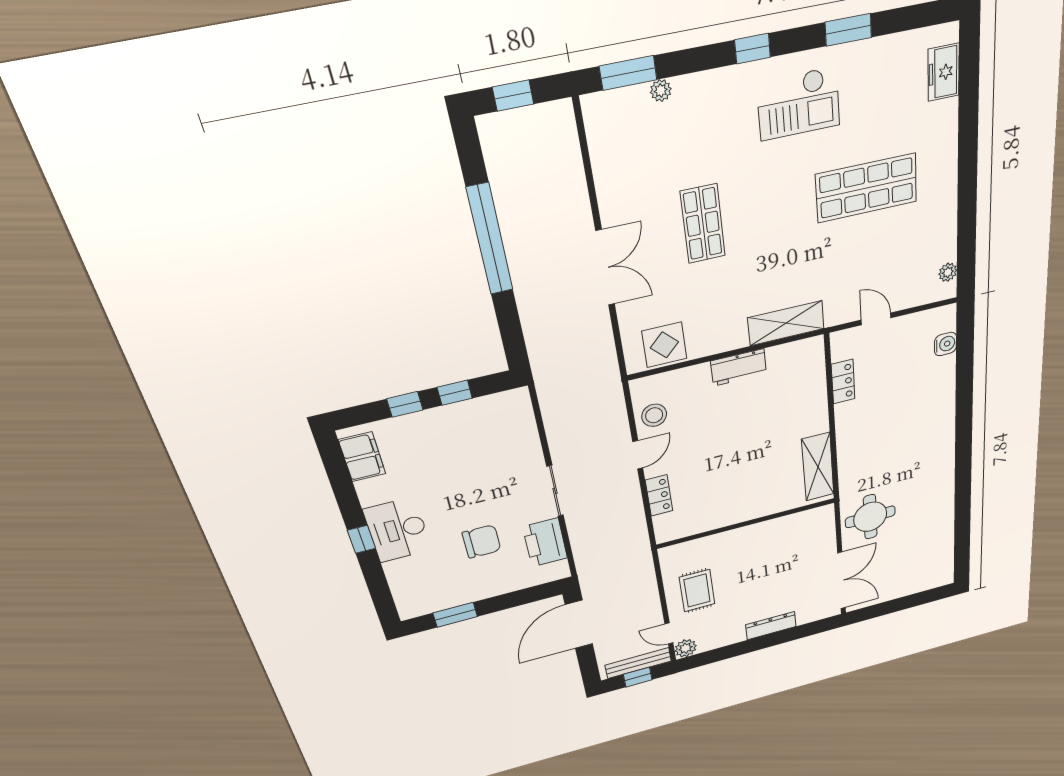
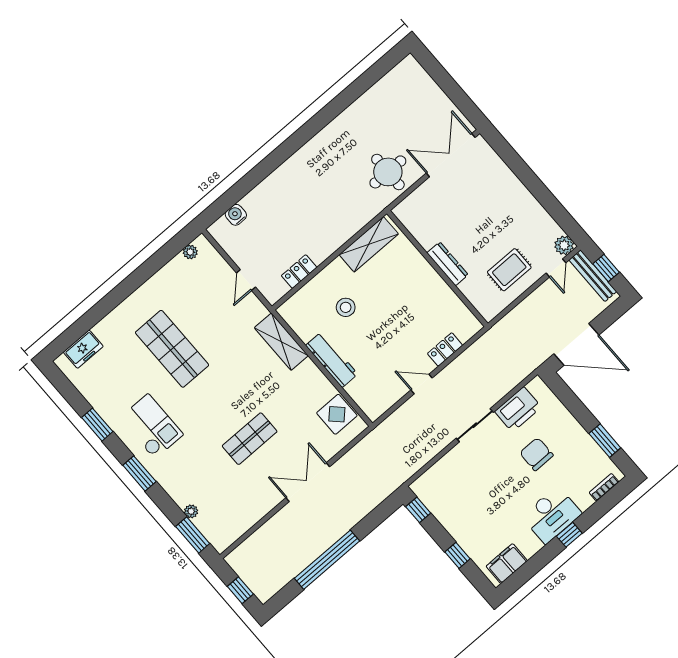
window: (753, 49) -> (139, 473), width x1.50
workbench: (739, 367) -> (332, 360), width x1.38
window: (455, 393) -> (418, 510), moved
stool: (654, 415) -> (346, 307), moved
bookcase: (400, 595) -> (604, 487), added
dresser: (771, 626) -> (448, 264), moved, turned 180

